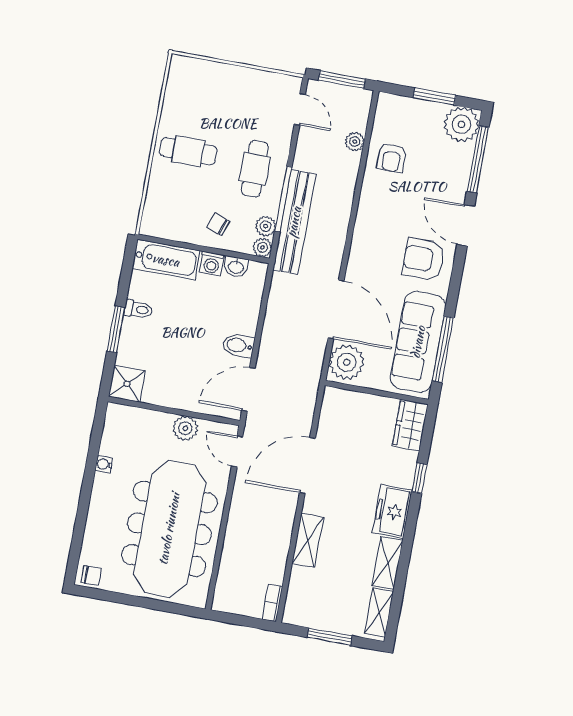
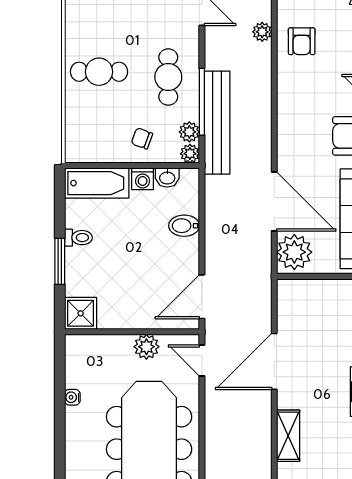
bidet: (238, 345) -> (184, 226), moved

